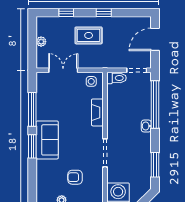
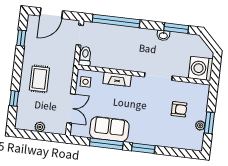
window: (104, 13) -> (21, 38), moved
door: (155, 39) -> (51, 13), hinge flipped
double door: (63, 70) -> (71, 108), swing flipped
washbasin: (146, 126) -> (163, 35), moved
sofa: (47, 140) -> (109, 129), moved
armchair: (75, 177) -> (179, 109), turned -90

